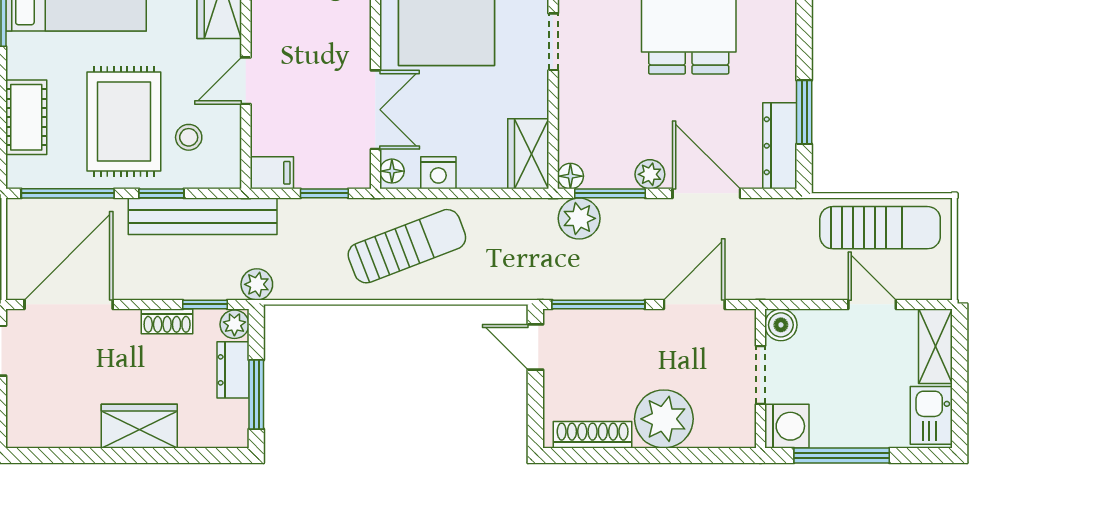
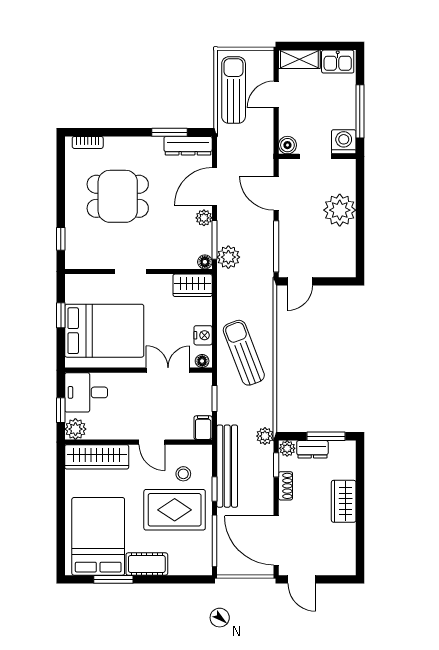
cot: (26, 117) -> (147, 564), moved
shoe rack: (593, 435) -> (348, 250), removed

